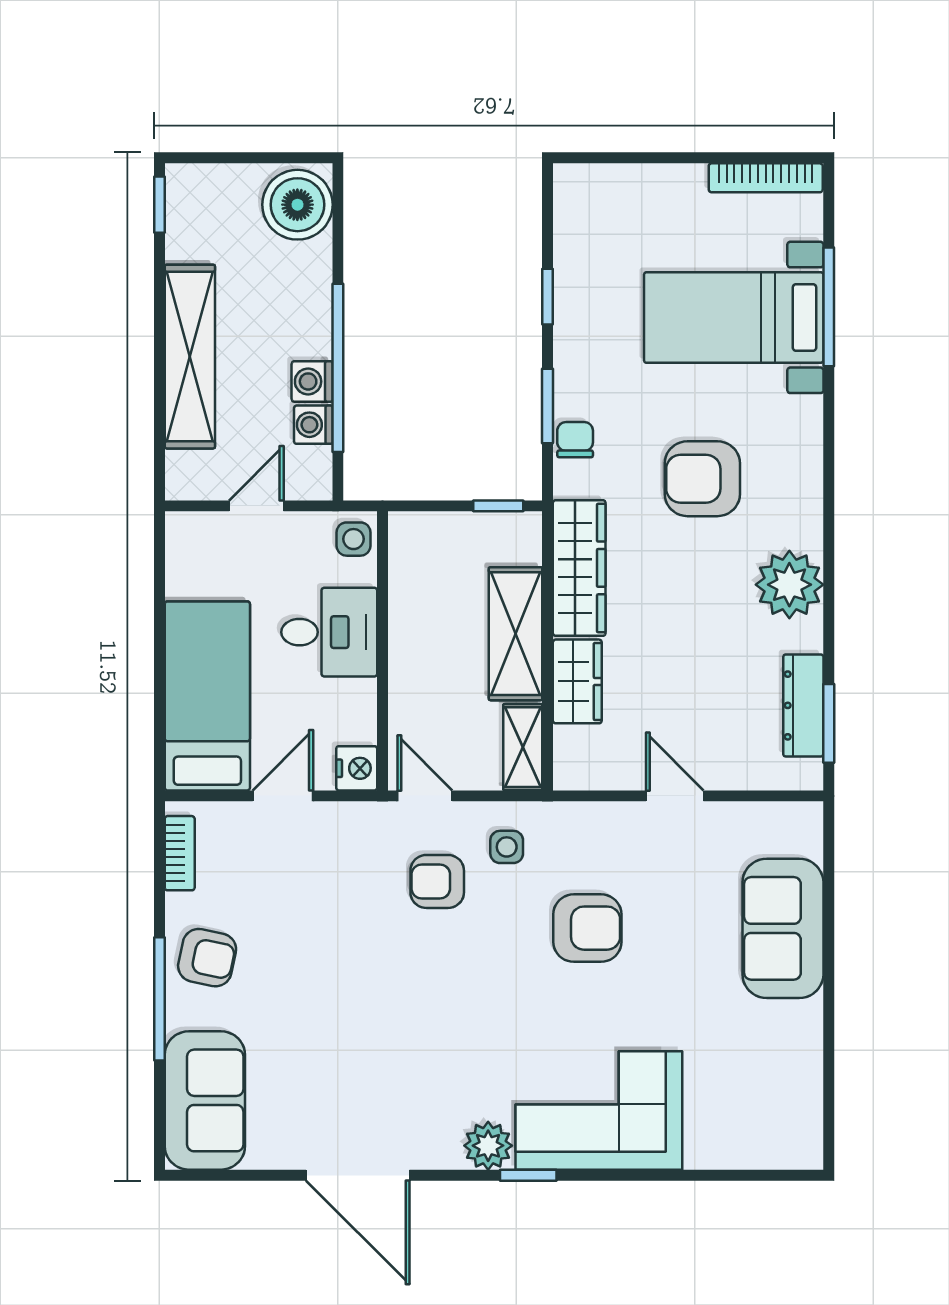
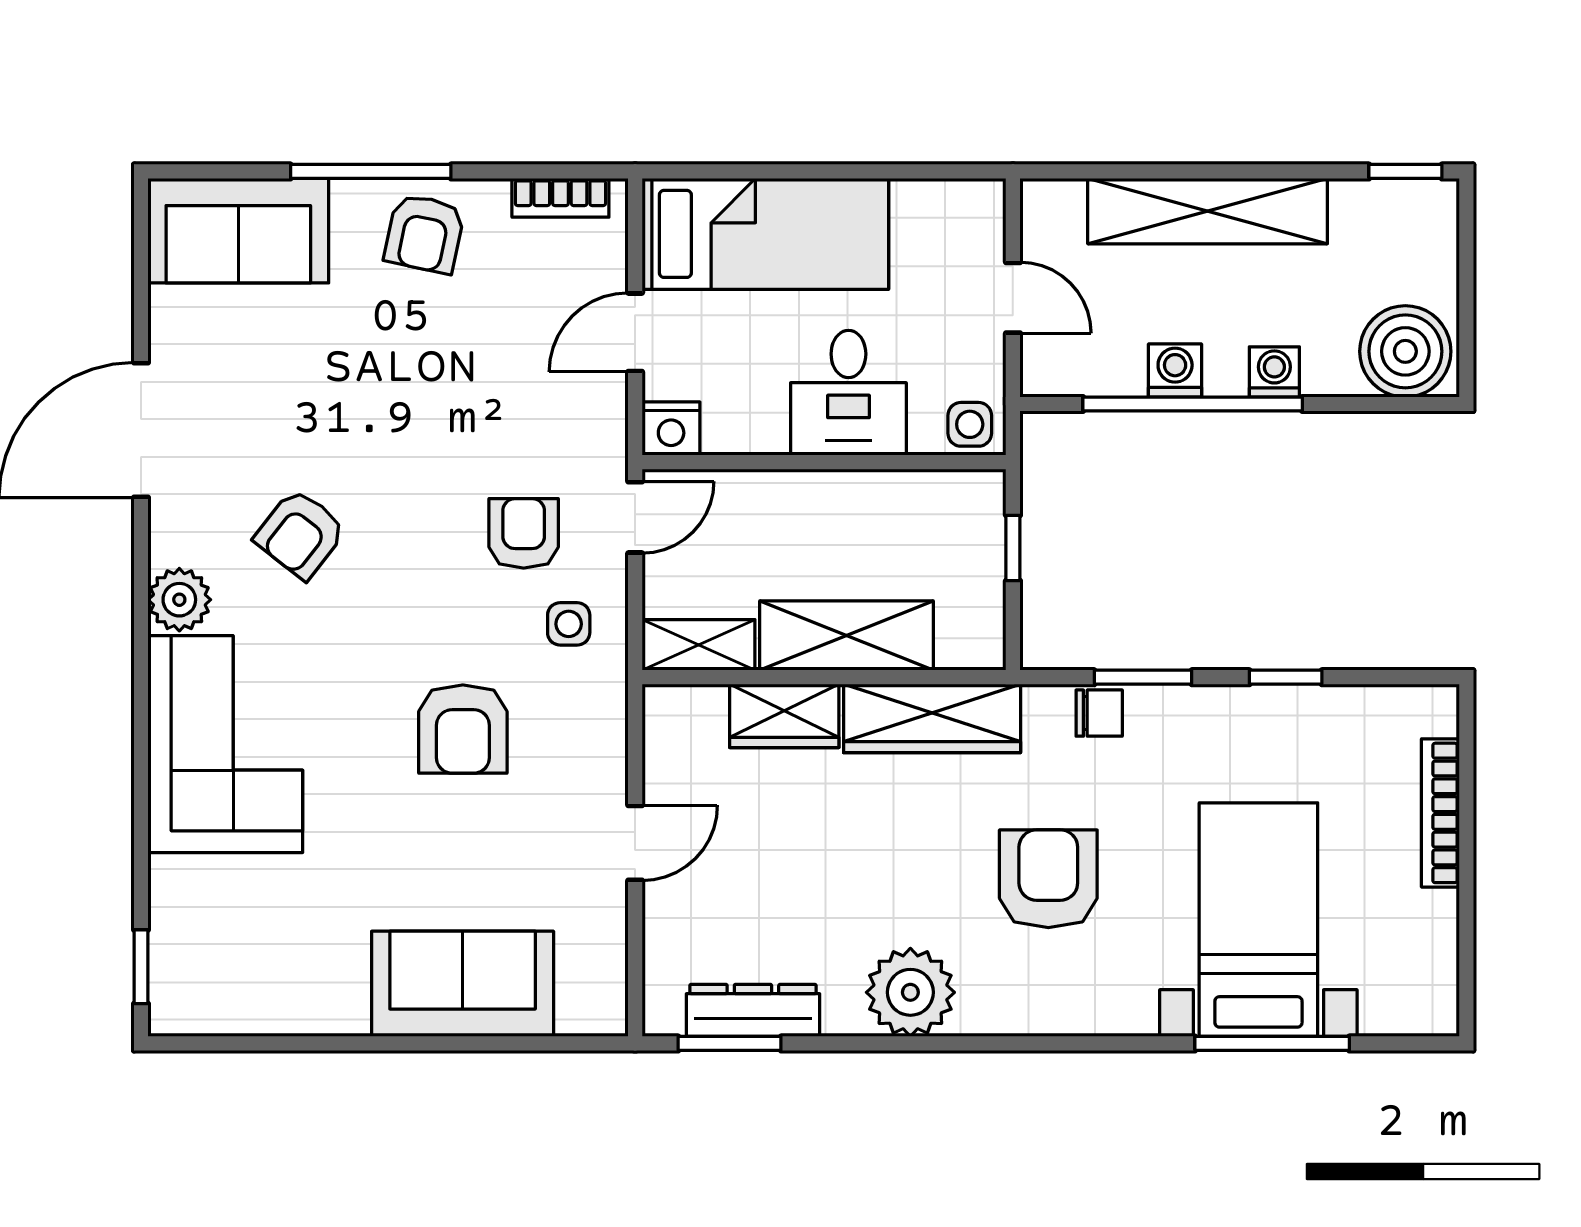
bookcase: (766, 178) -> (1440, 813), moved
washing machine: (313, 425) -> (1274, 372), moved
window: (498, 506) -> (1013, 548), moved
door: (283, 796) -> (635, 332), swing flipped
armchair: (438, 1053) -> (300, 534), added
window: (528, 1175) -> (141, 967), moved

